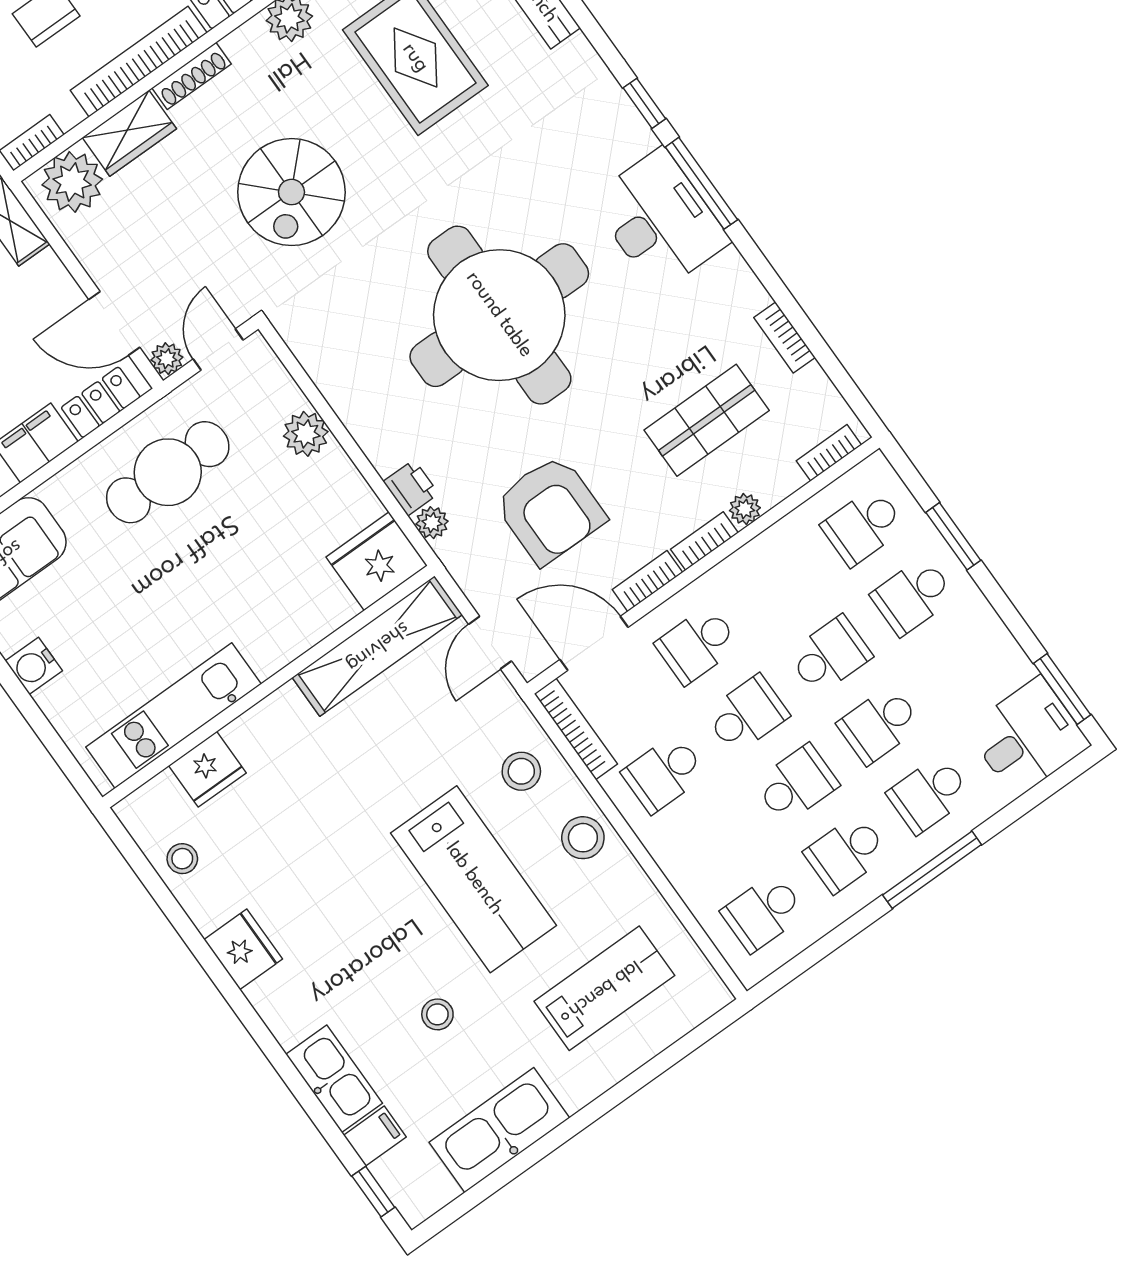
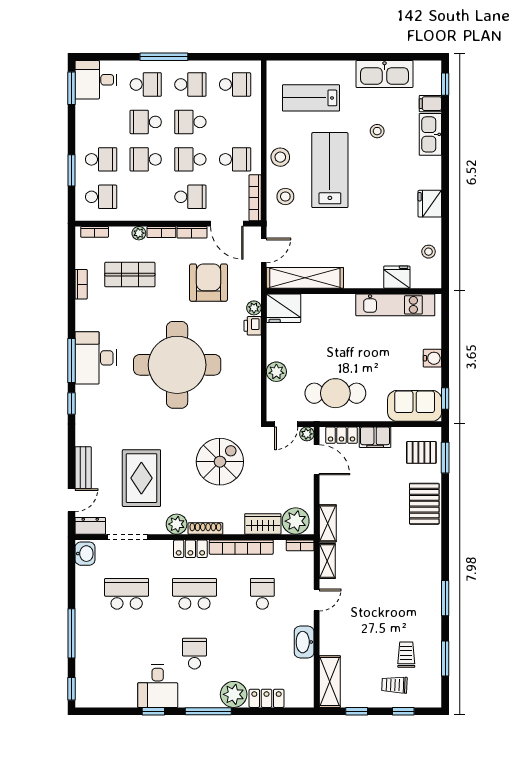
shoe rack: (191, 76) -> (205, 529), moved
school desk: (879, 725) -> (146, 122), turned 180

